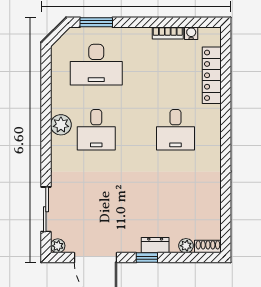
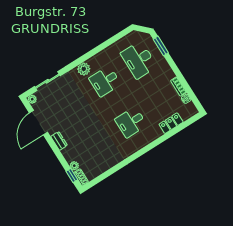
locker: (212, 75) -> (171, 123), width x0.66
plant: (61, 125) -> (84, 69), moved
dresser: (155, 245) -> (59, 141), moved
window: (147, 258) -> (72, 176), moved

